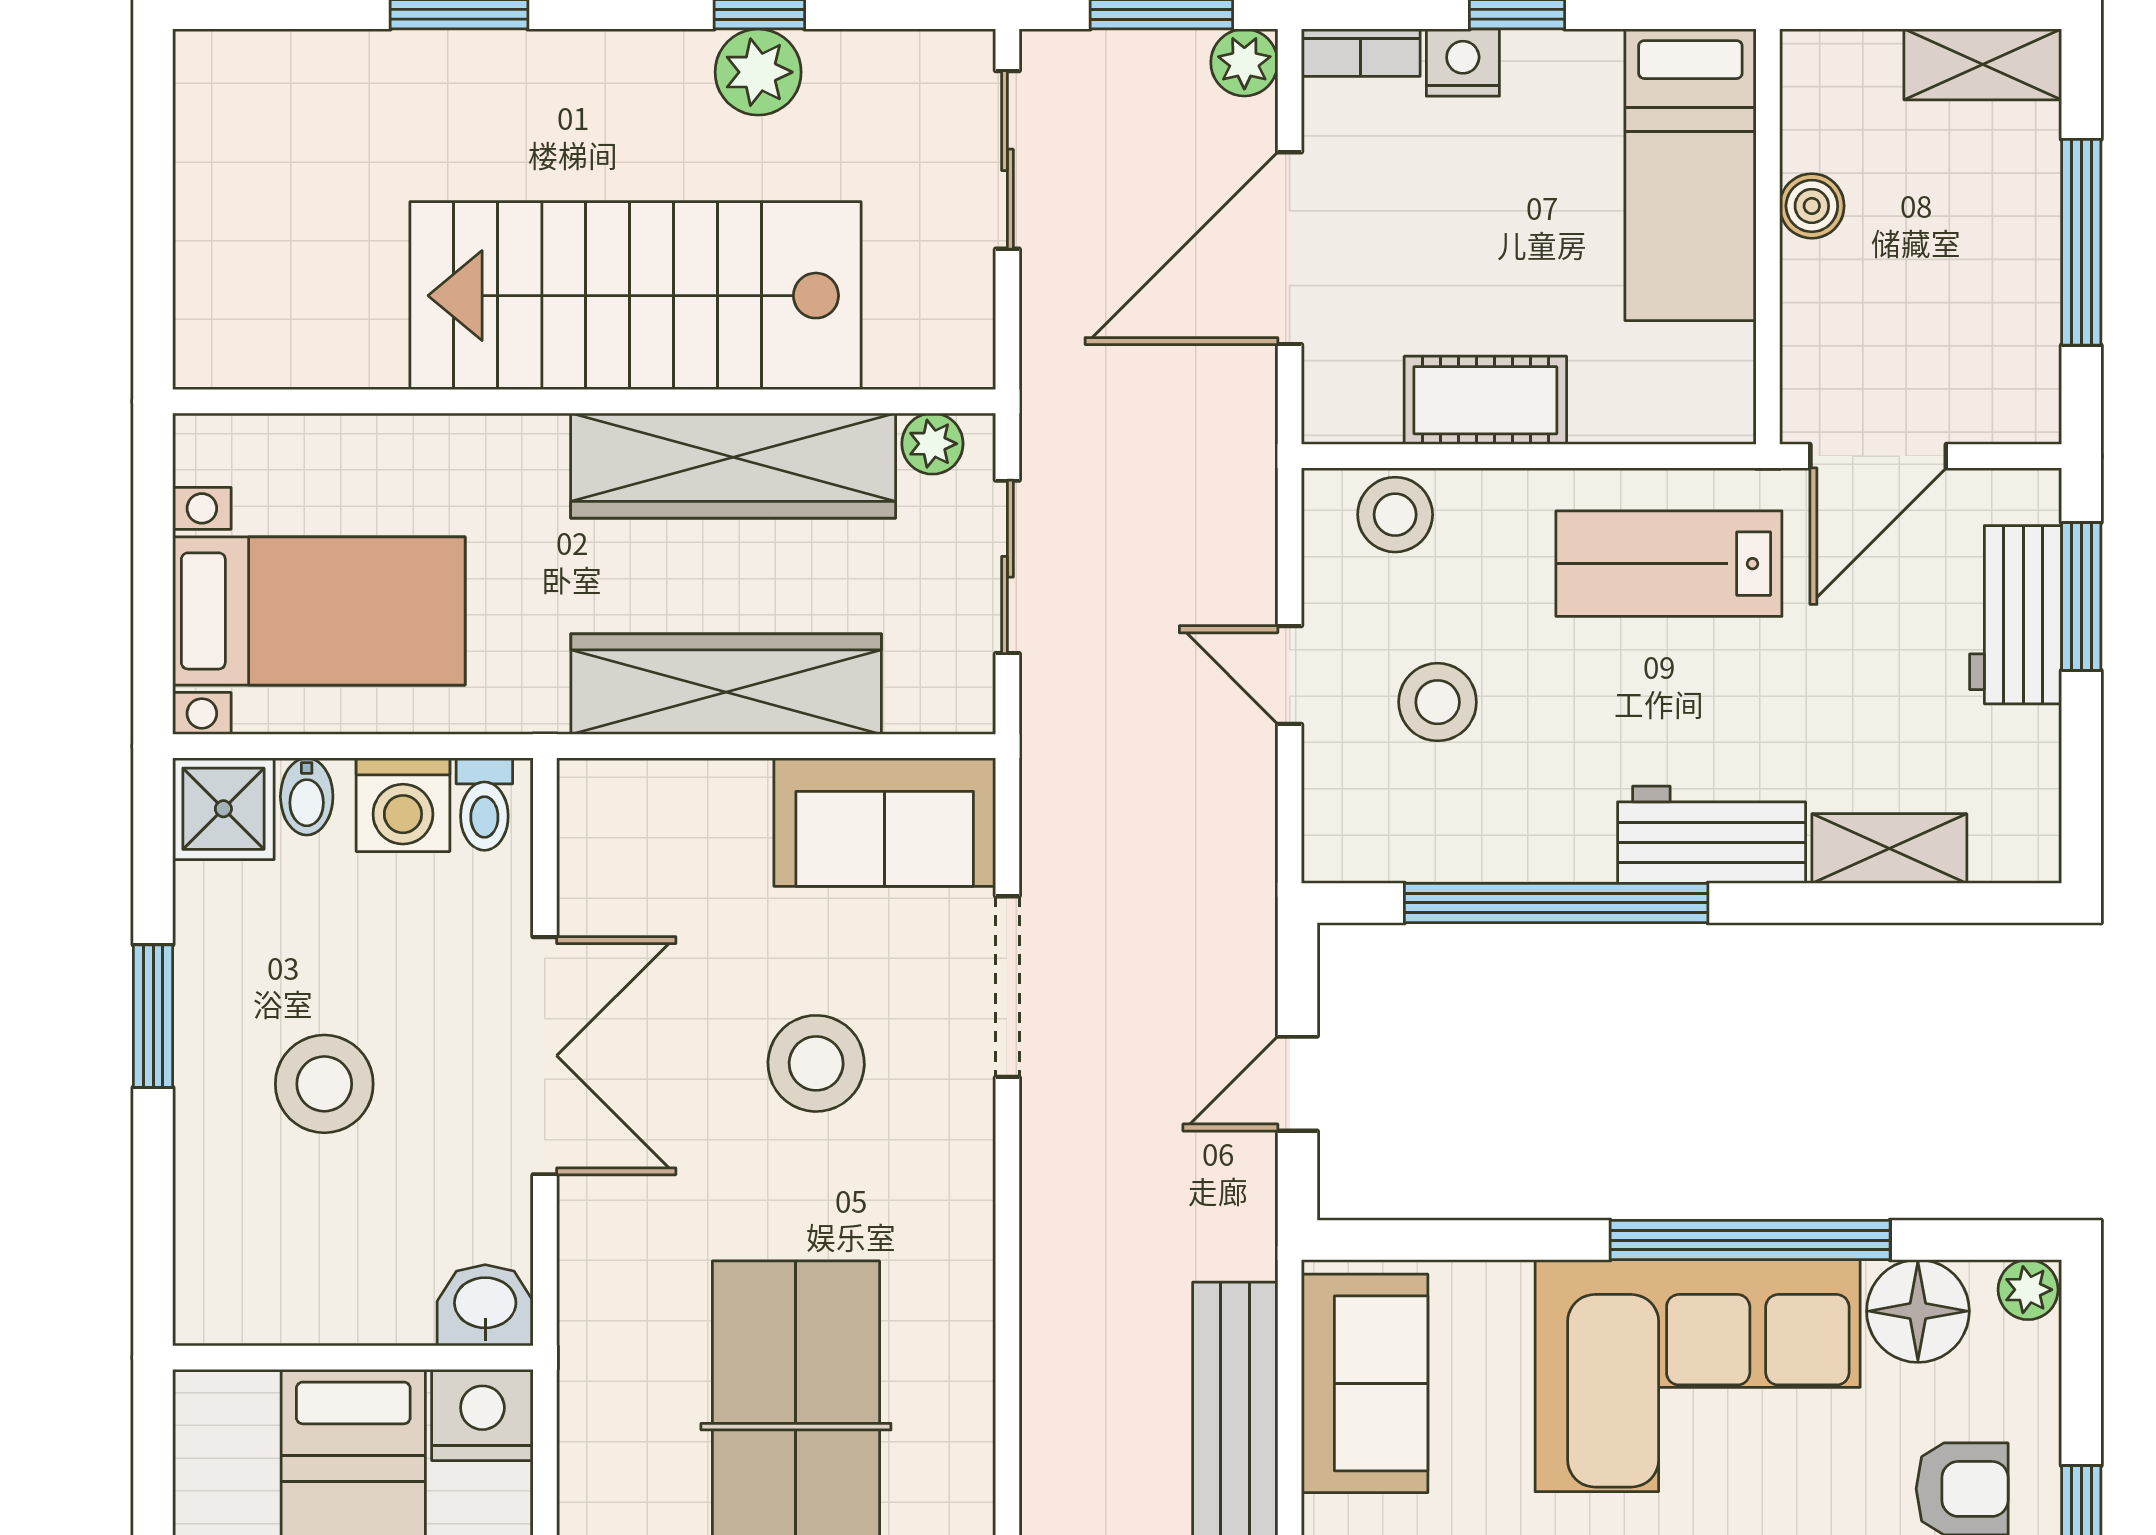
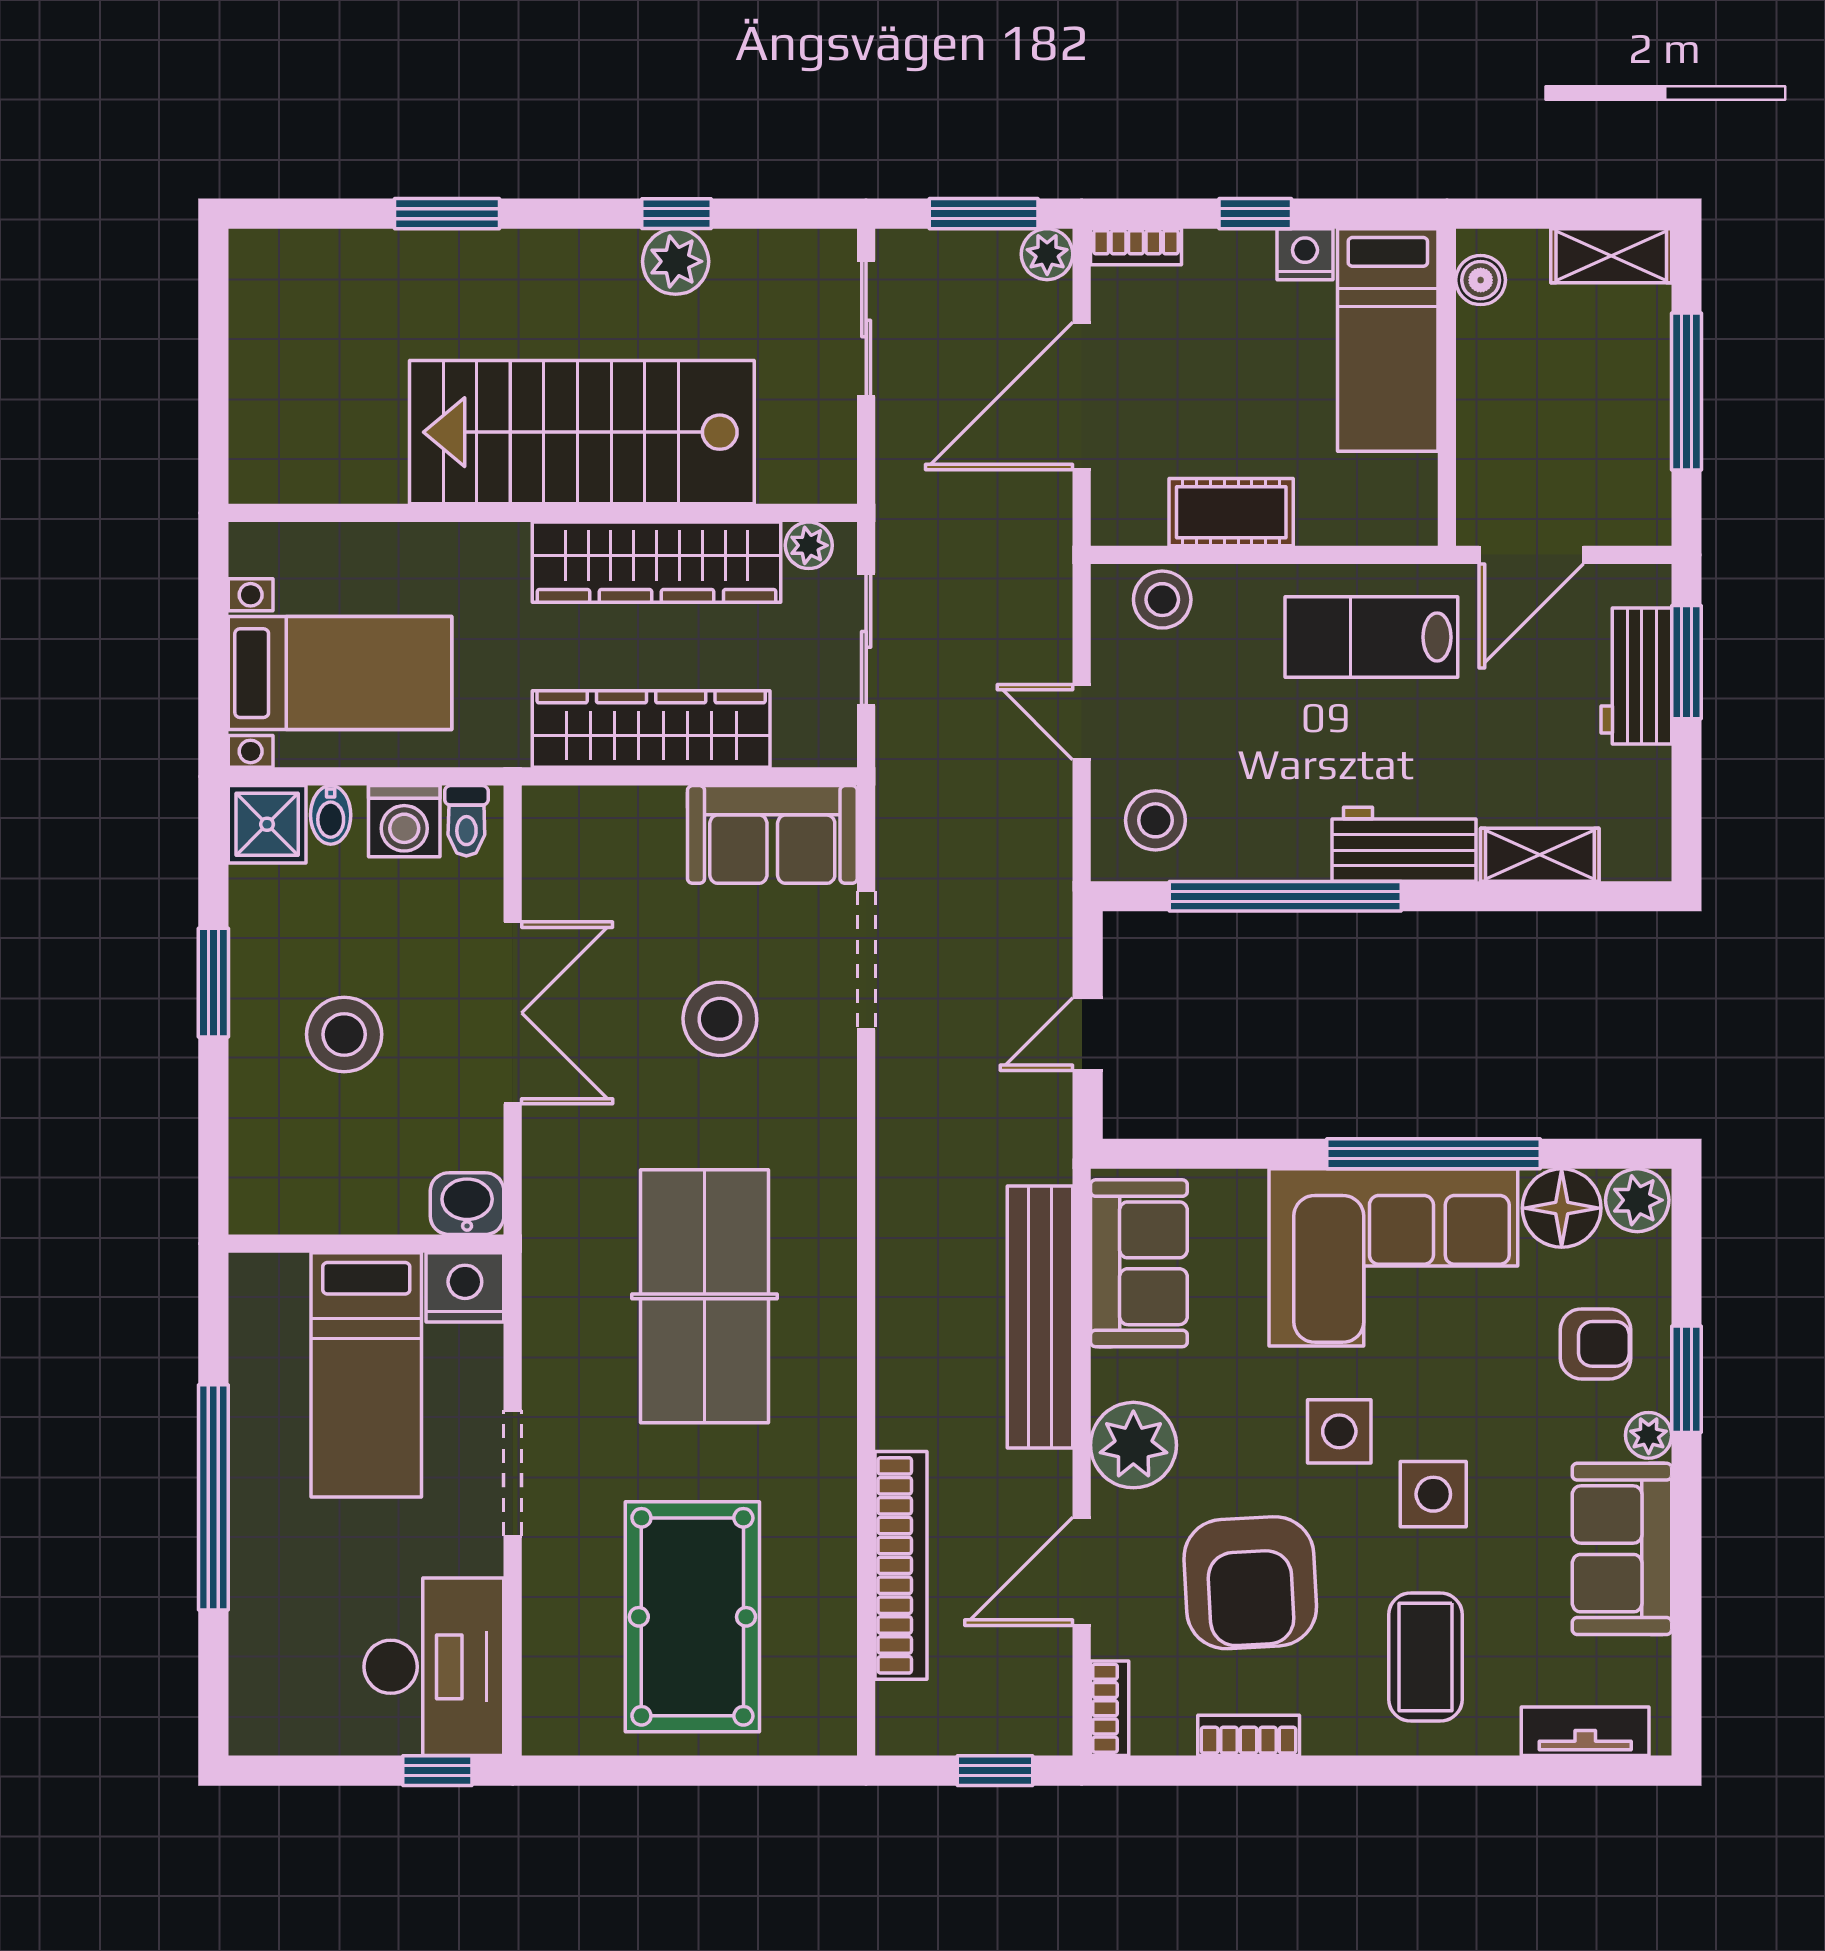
nightstand: (1463, 63) -> (1305, 254), moved
boiler: (1812, 206) -> (1481, 280), moved
stool: (1438, 702) -> (1155, 820), moved
plant: (2028, 1290) -> (1637, 1200), width x1.38, depth x1.38

